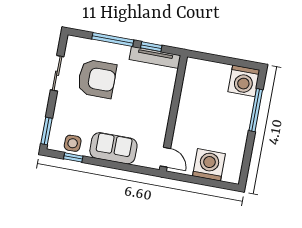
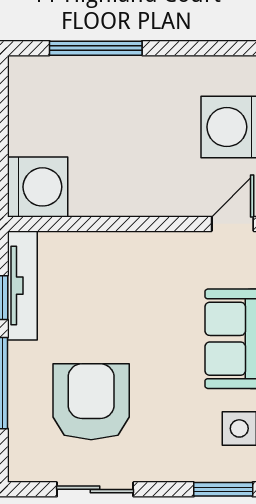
washing machine: (244, 81) -> (38, 187), moved

